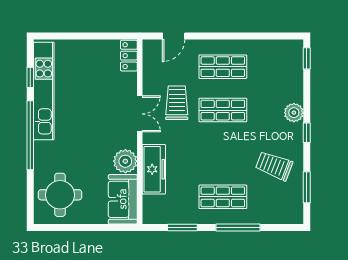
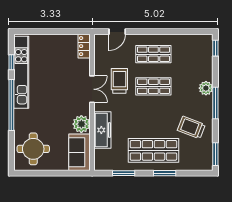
window: (307, 133) -> (215, 103), width x2.17
window: (307, 187) -> (215, 154), moved
shop shelf: (223, 197) -> (153, 150), width x1.43, depth x1.36
window: (238, 228) -> (165, 173), width x0.69

